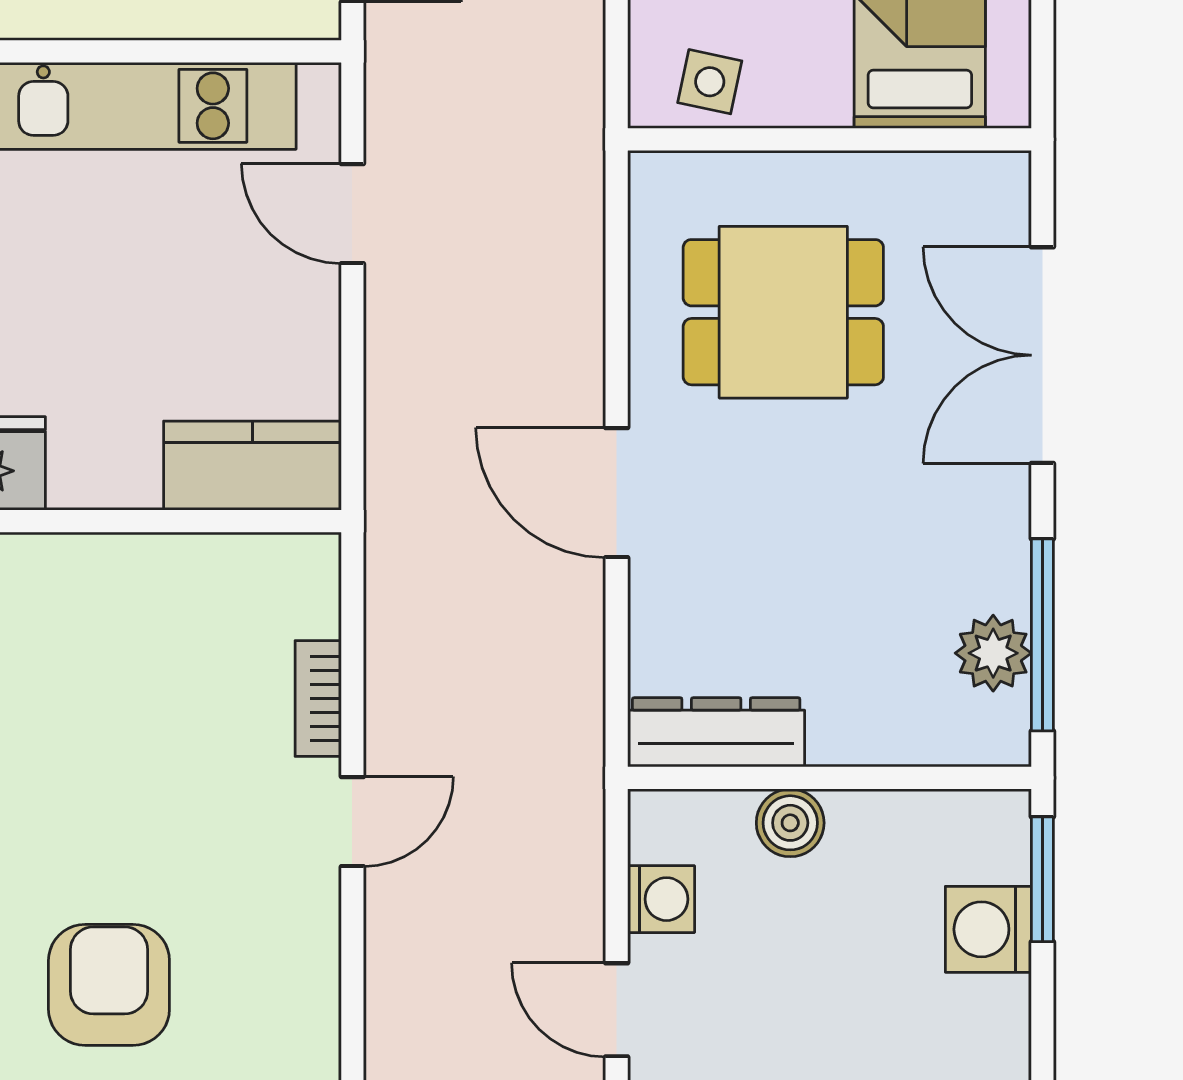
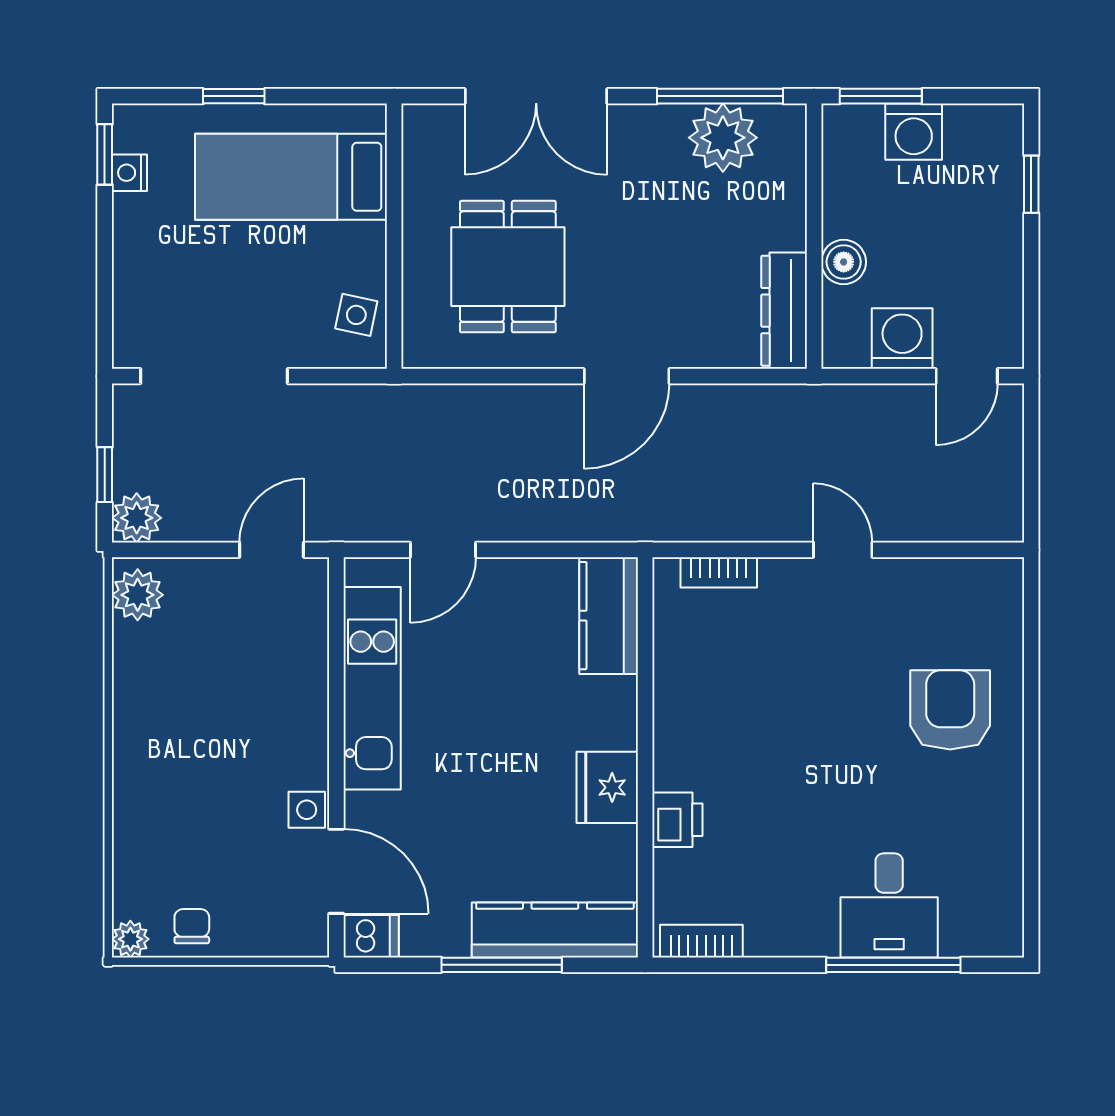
plant: (993, 653) -> (723, 138), width x1.36, depth x1.36
bookcase: (318, 699) -> (719, 572), moved
washing machine: (661, 899) -> (902, 339), width x1.38, depth x1.38
armchair: (109, 985) -> (950, 710), turned 90

